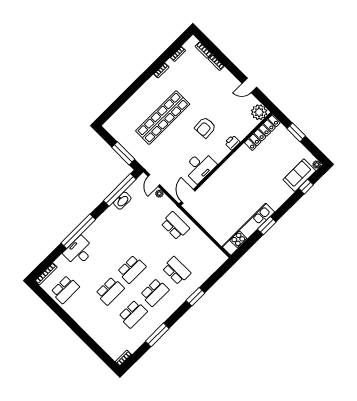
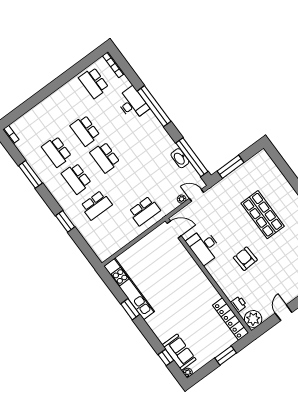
shop shelf: (163, 118) -> (263, 215), width x0.71
printer: (232, 143) -> (239, 304), moved

